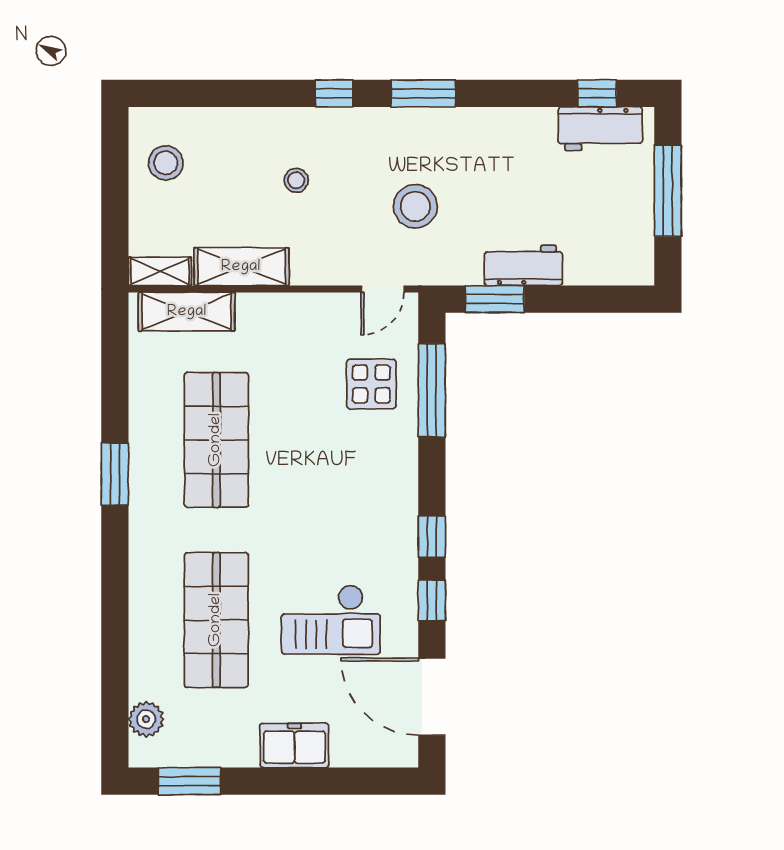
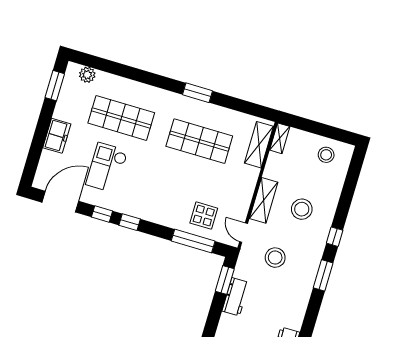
stool: (296, 180) -> (302, 209), width x1.89, depth x1.89
shelving: (241, 267) -> (264, 200), moved

